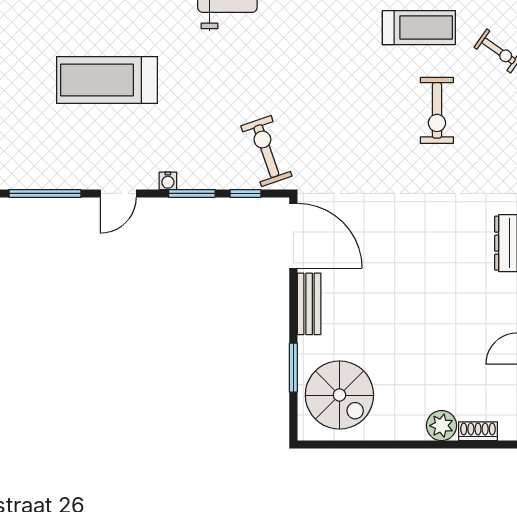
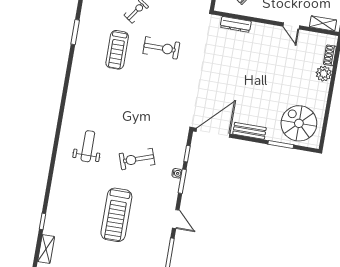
treadmill: (419, 28) -> (117, 50), turned 180
exercise bike: (266, 151) -> (137, 159), moved
water cooler: (168, 181) -> (177, 173), moved
spiral stairs: (339, 395) -> (299, 123), turned -90

